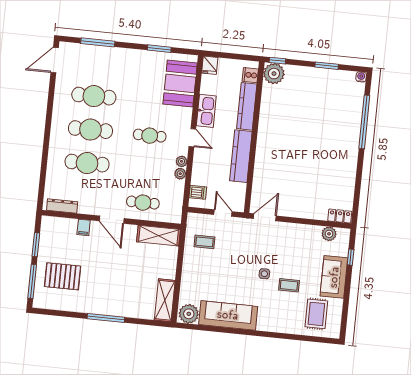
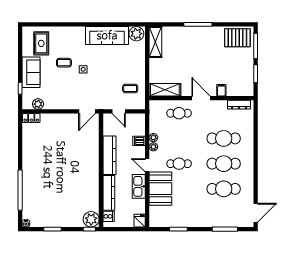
booth: (180, 83) -> (160, 189), moved
dishwasher: (198, 192) -> (139, 141), moved
pallet: (63, 276) -> (237, 38), moved

